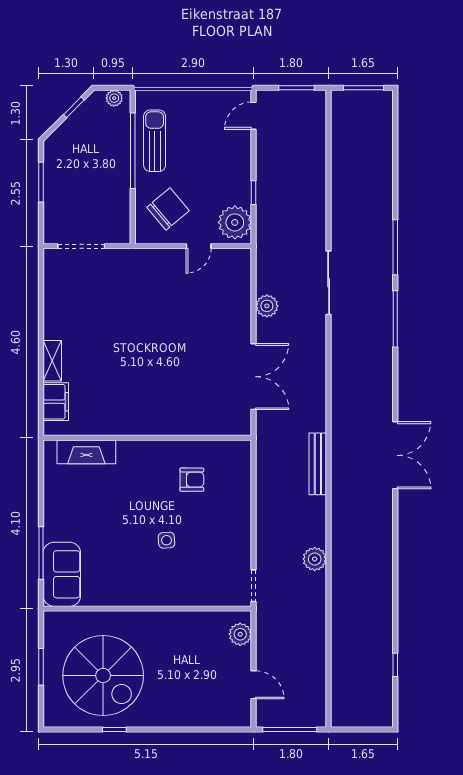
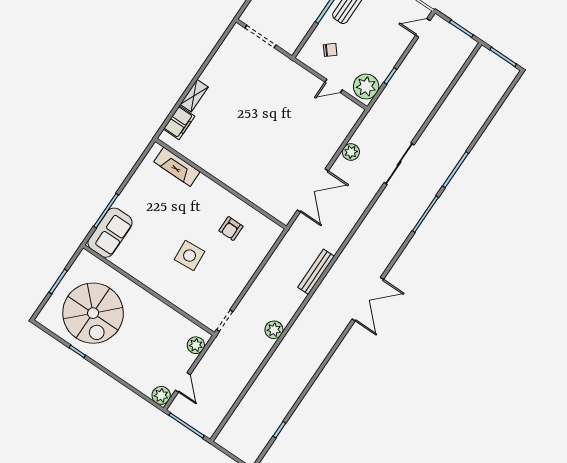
chair: (168, 209) -> (330, 50), width x0.54, depth x0.54
armchair: (192, 480) -> (231, 229), turned 90
side table: (166, 540) -> (190, 256), width x1.87, depth x1.87
plant: (239, 715) -> (161, 395), added

